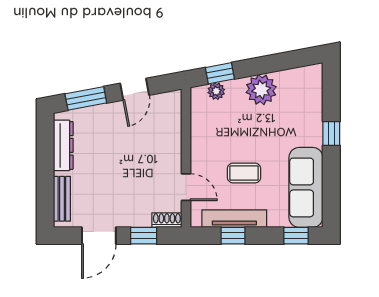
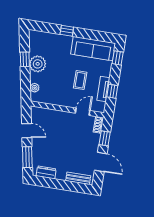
window: (220, 73) -> (25, 59), moved
dresser: (63, 145) -> (46, 172), width x0.70
tv unit: (234, 219) -> (103, 89), width x0.71

